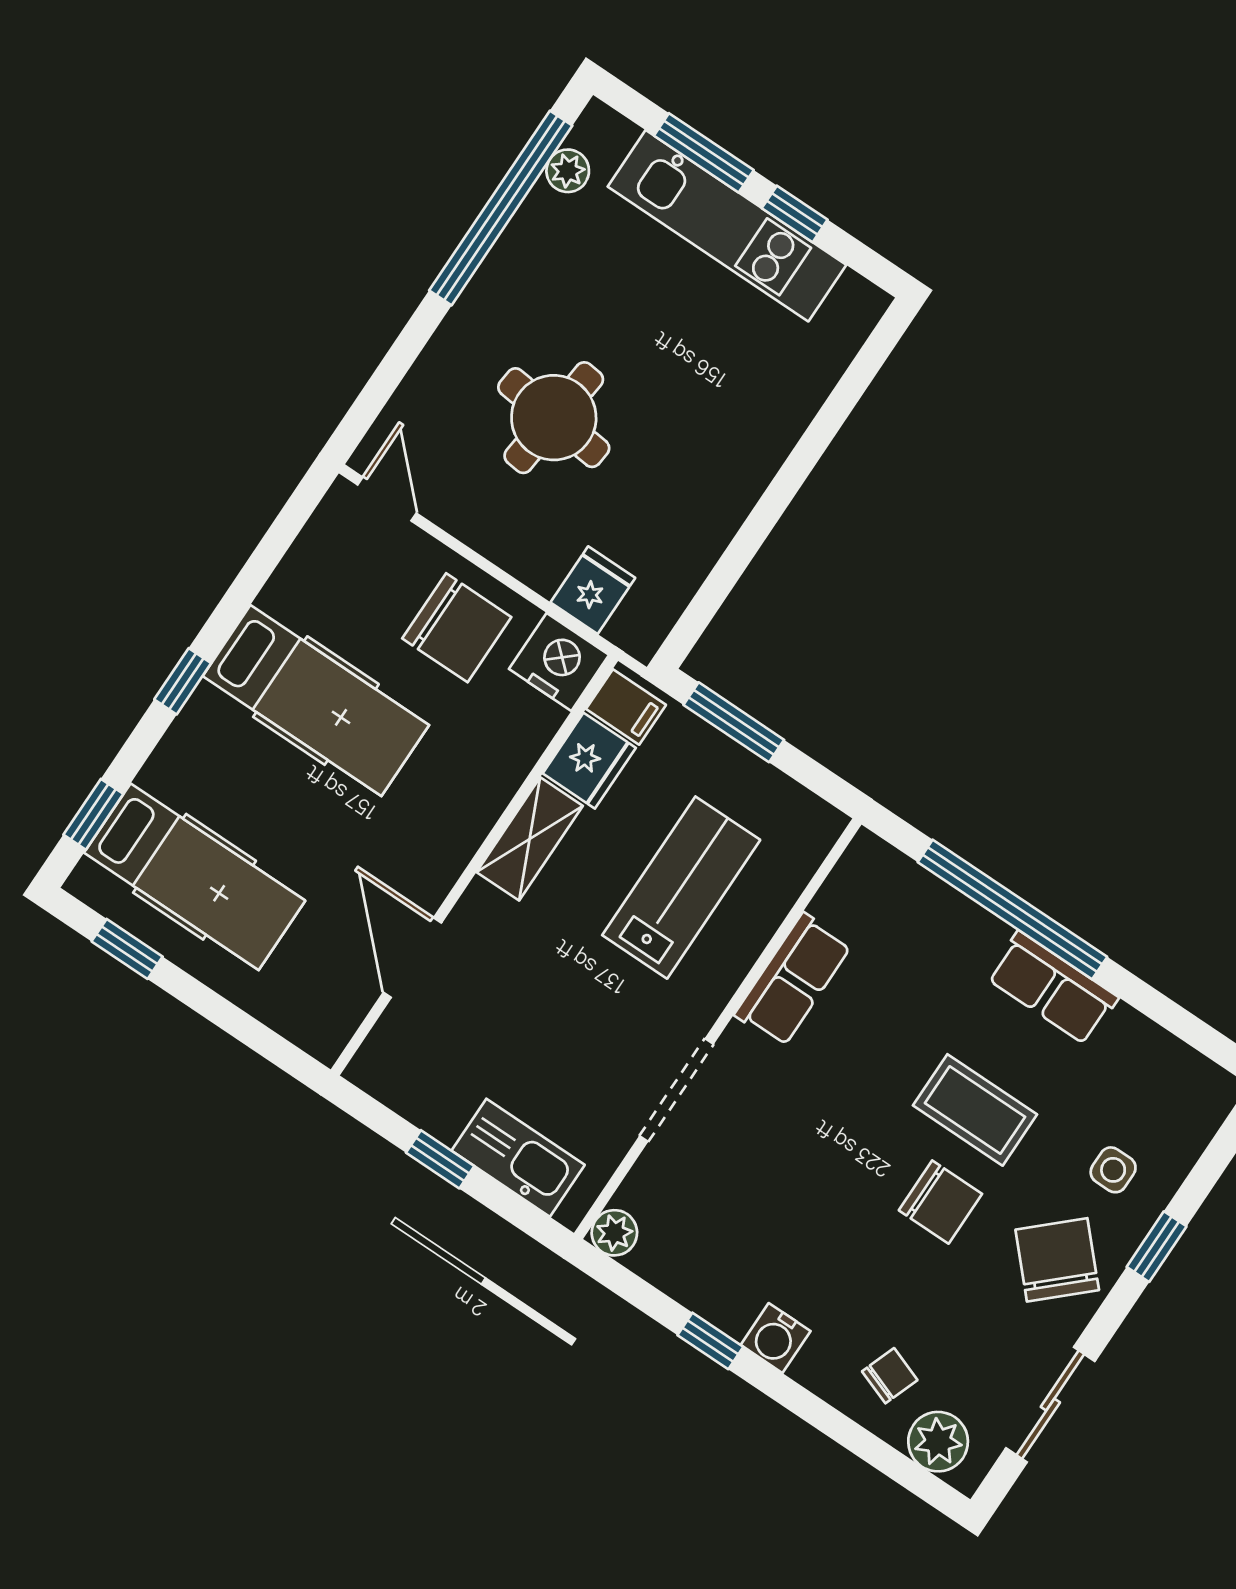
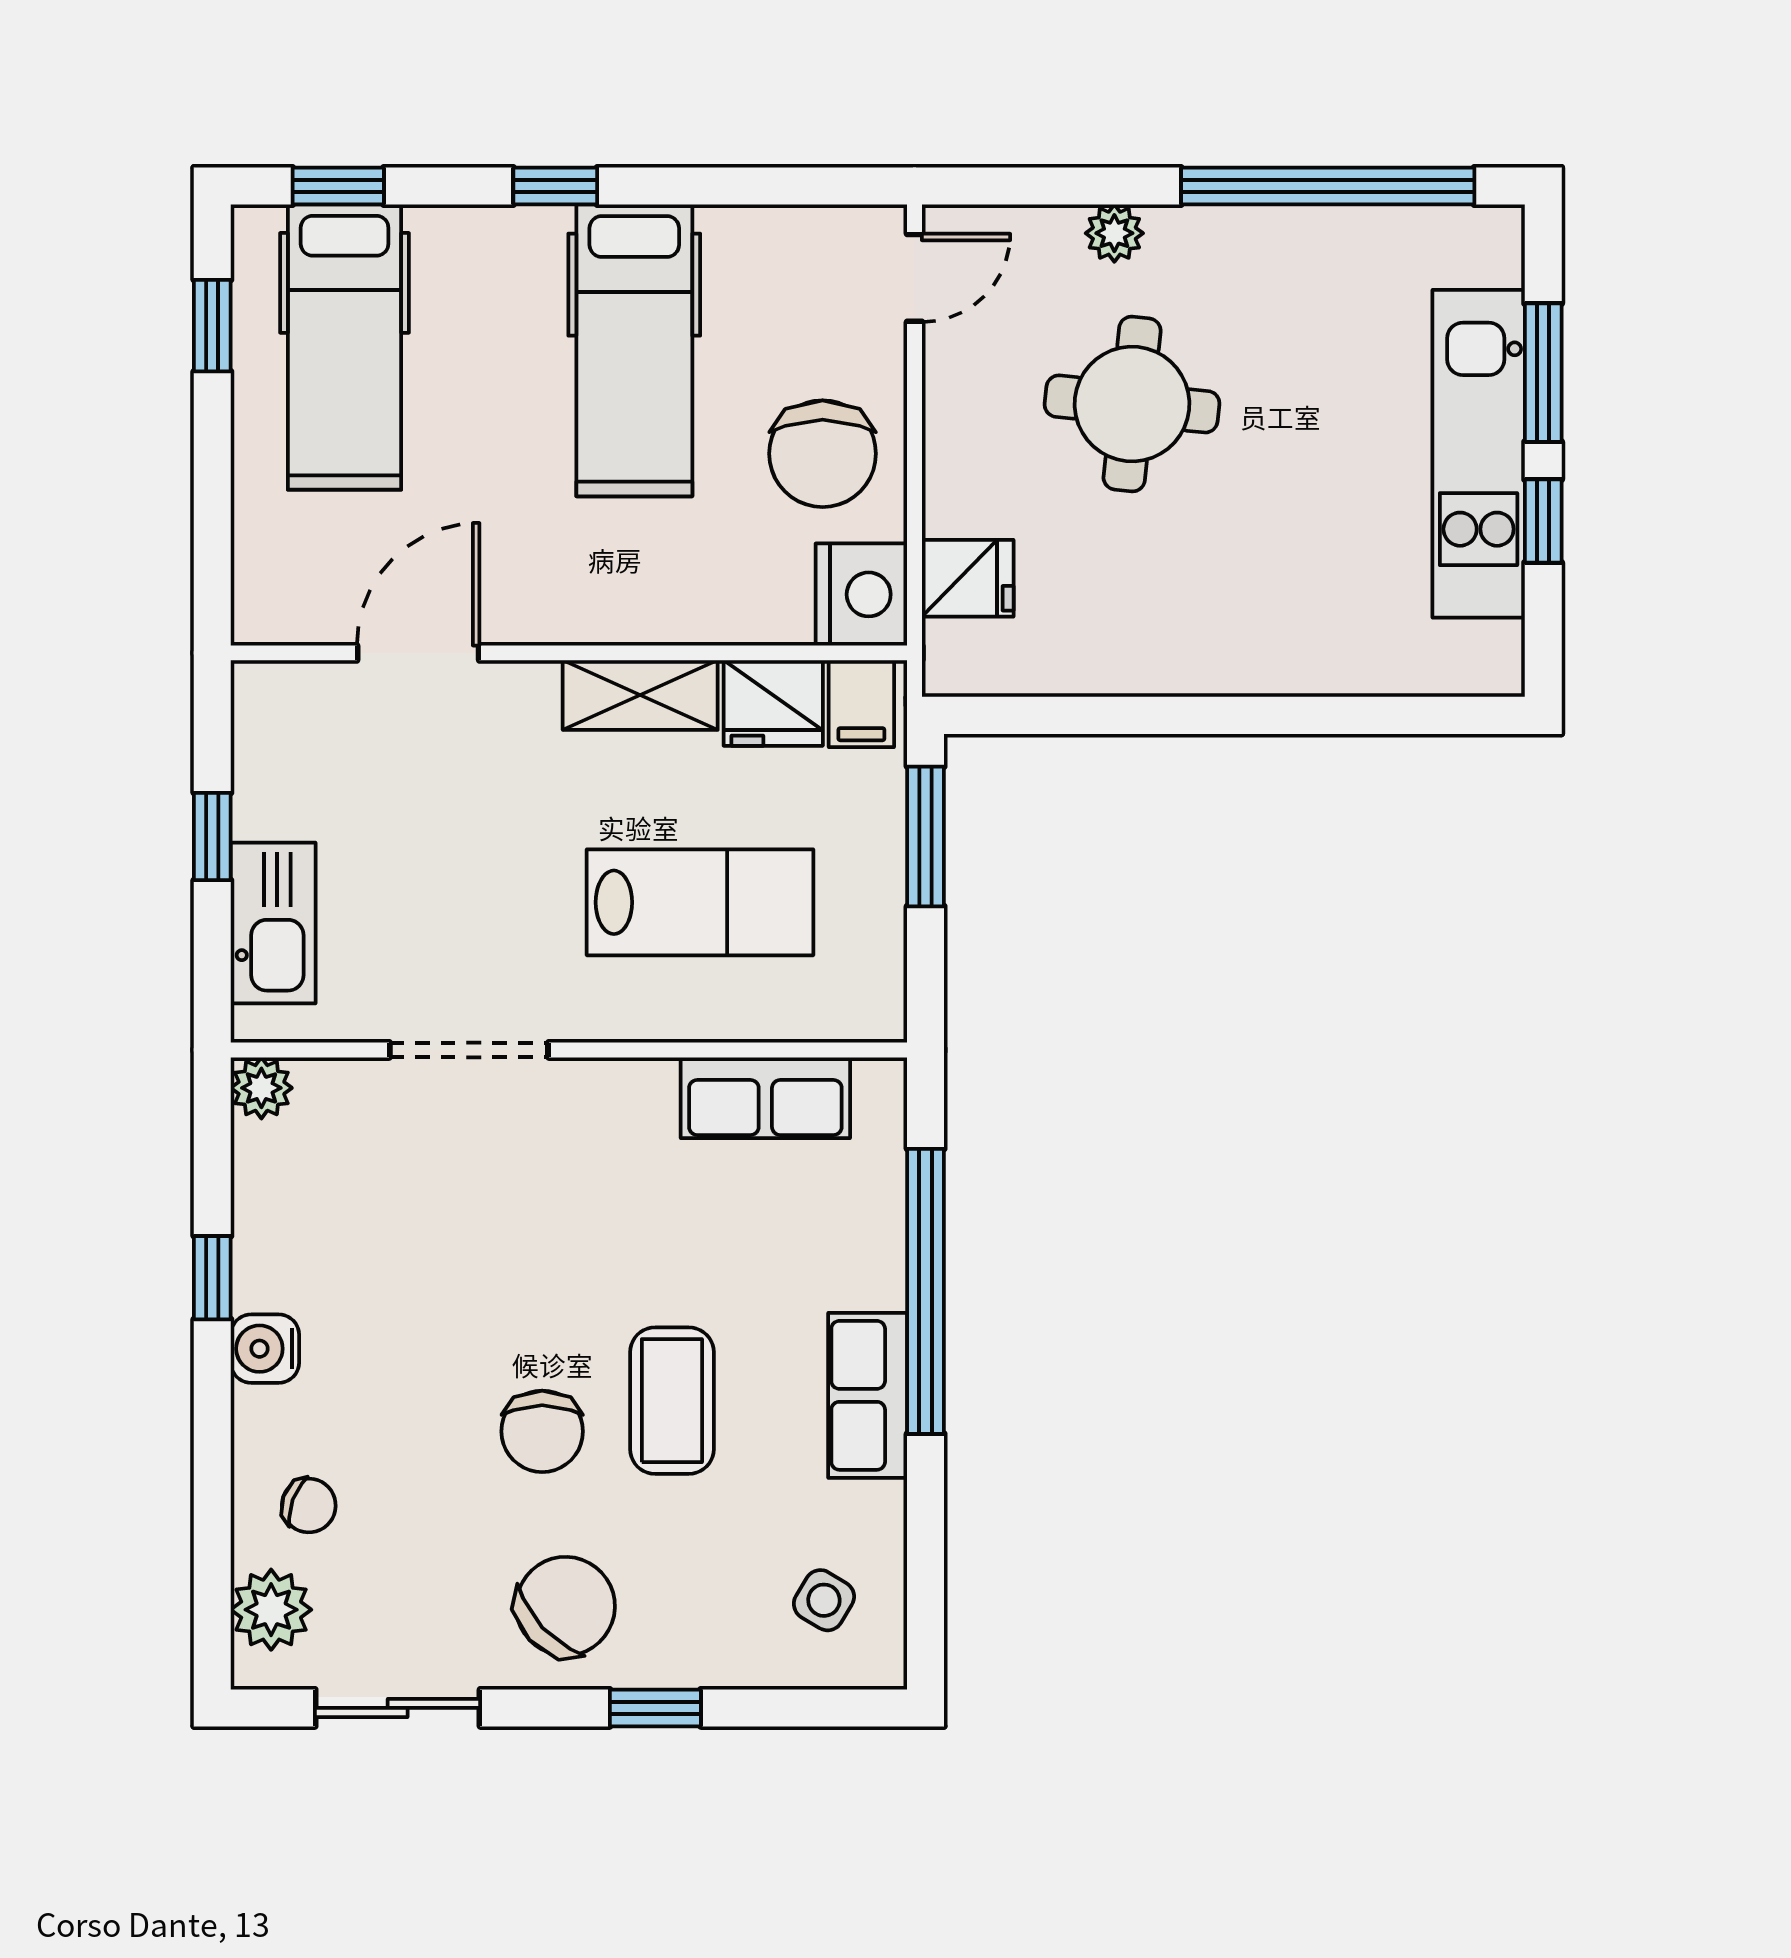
plant: (568, 171) -> (1114, 233), moved
row of seats: (793, 980) -> (765, 1098), moved
side table: (1113, 1170) -> (824, 1600), moved, turned 31

